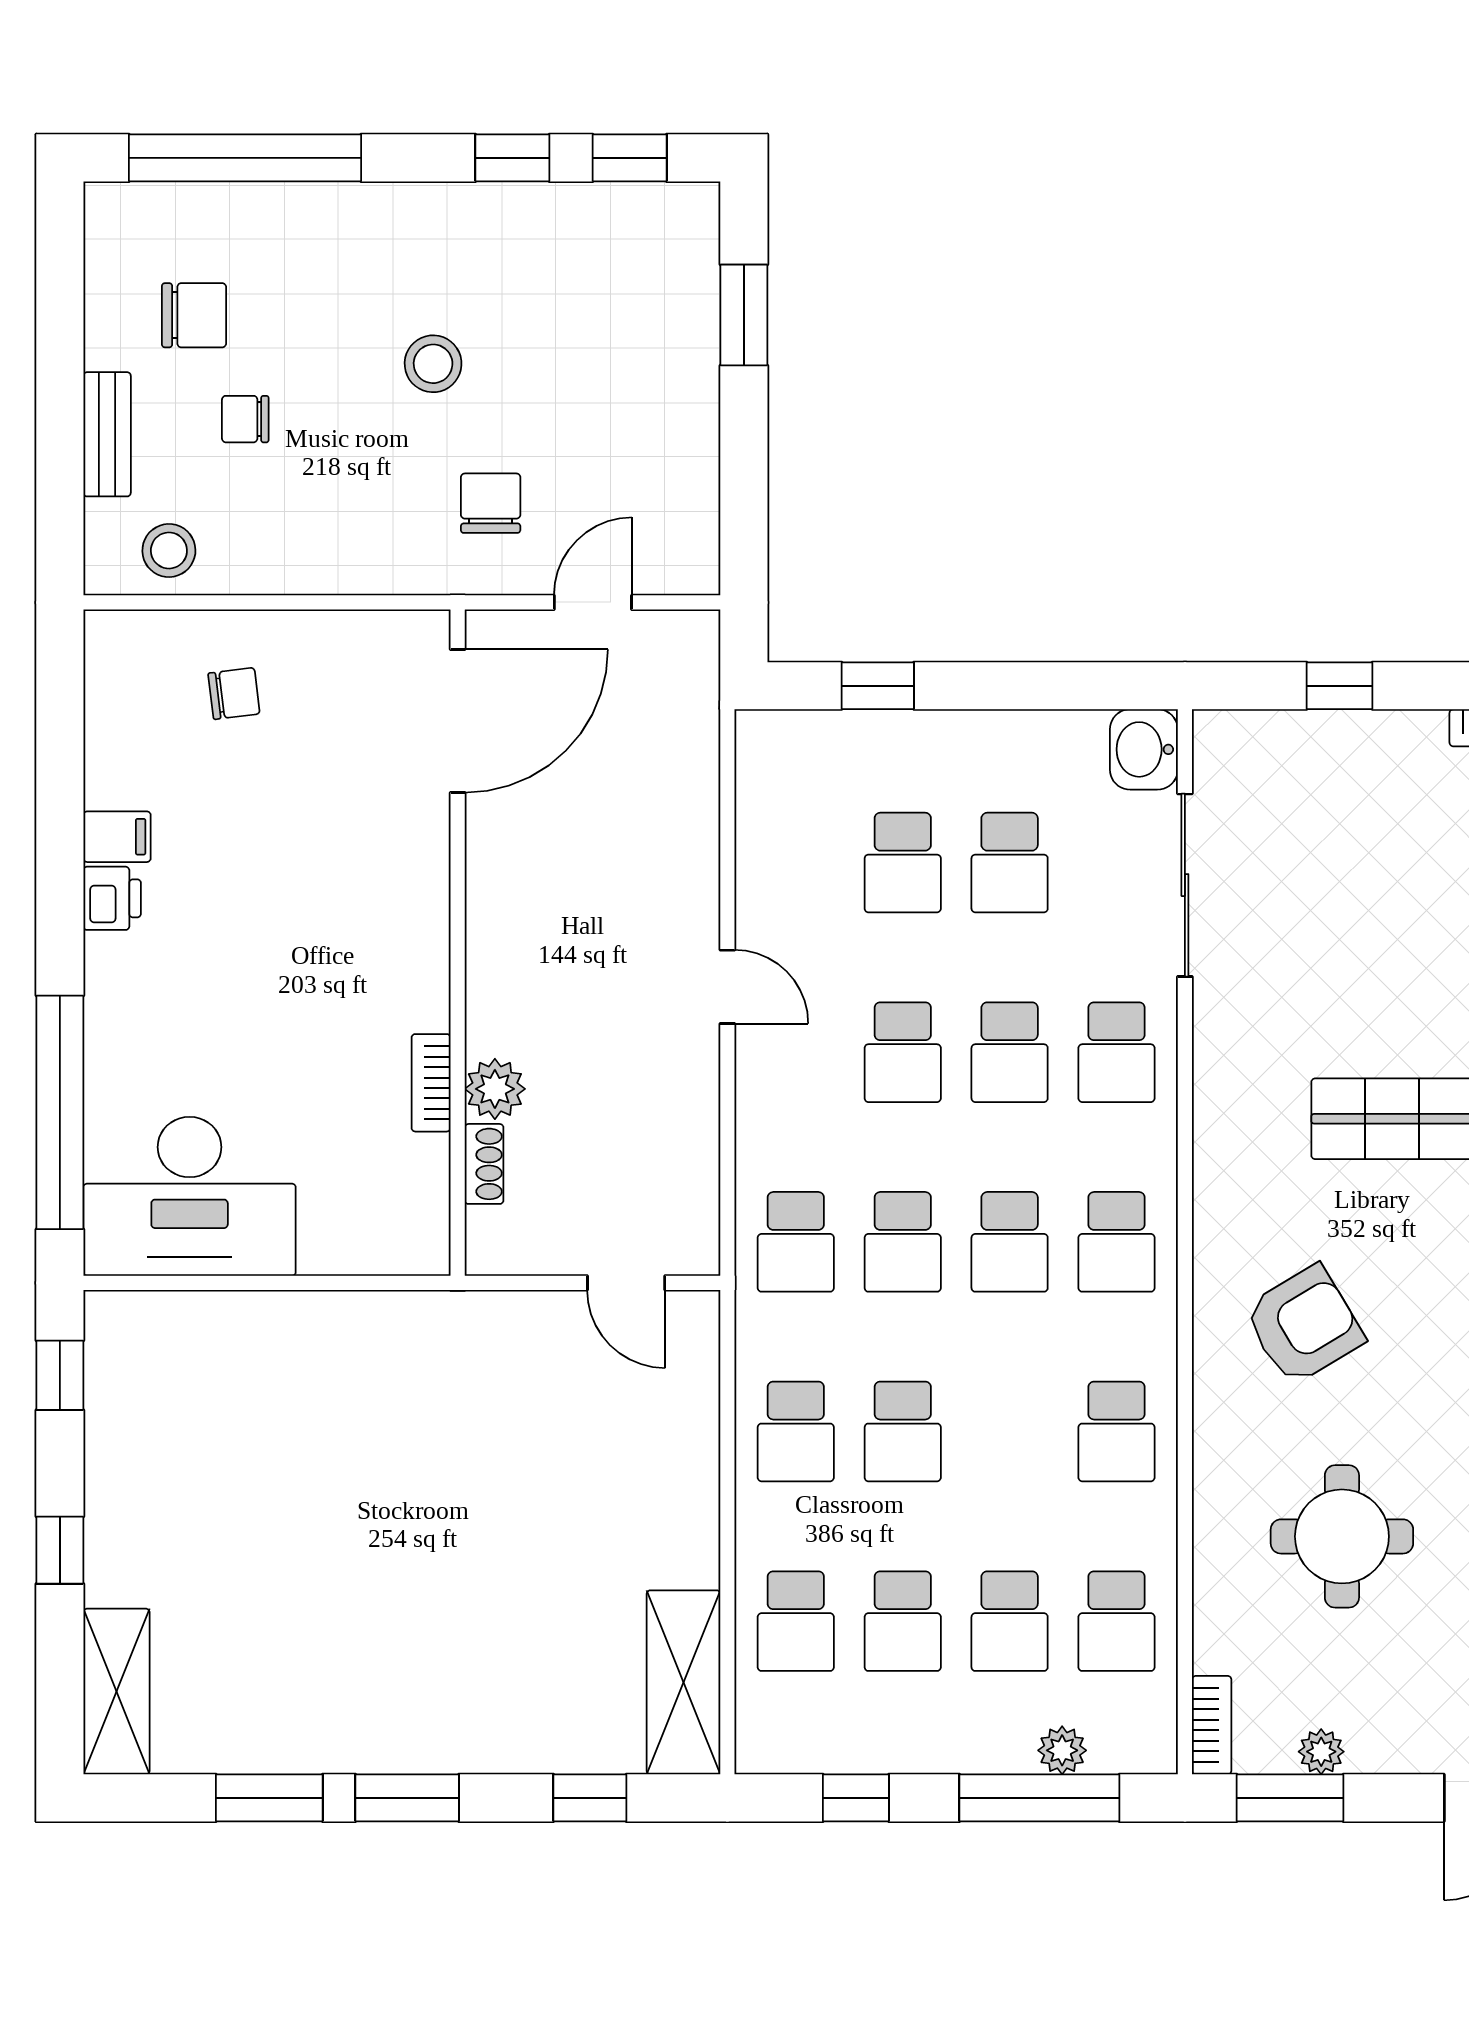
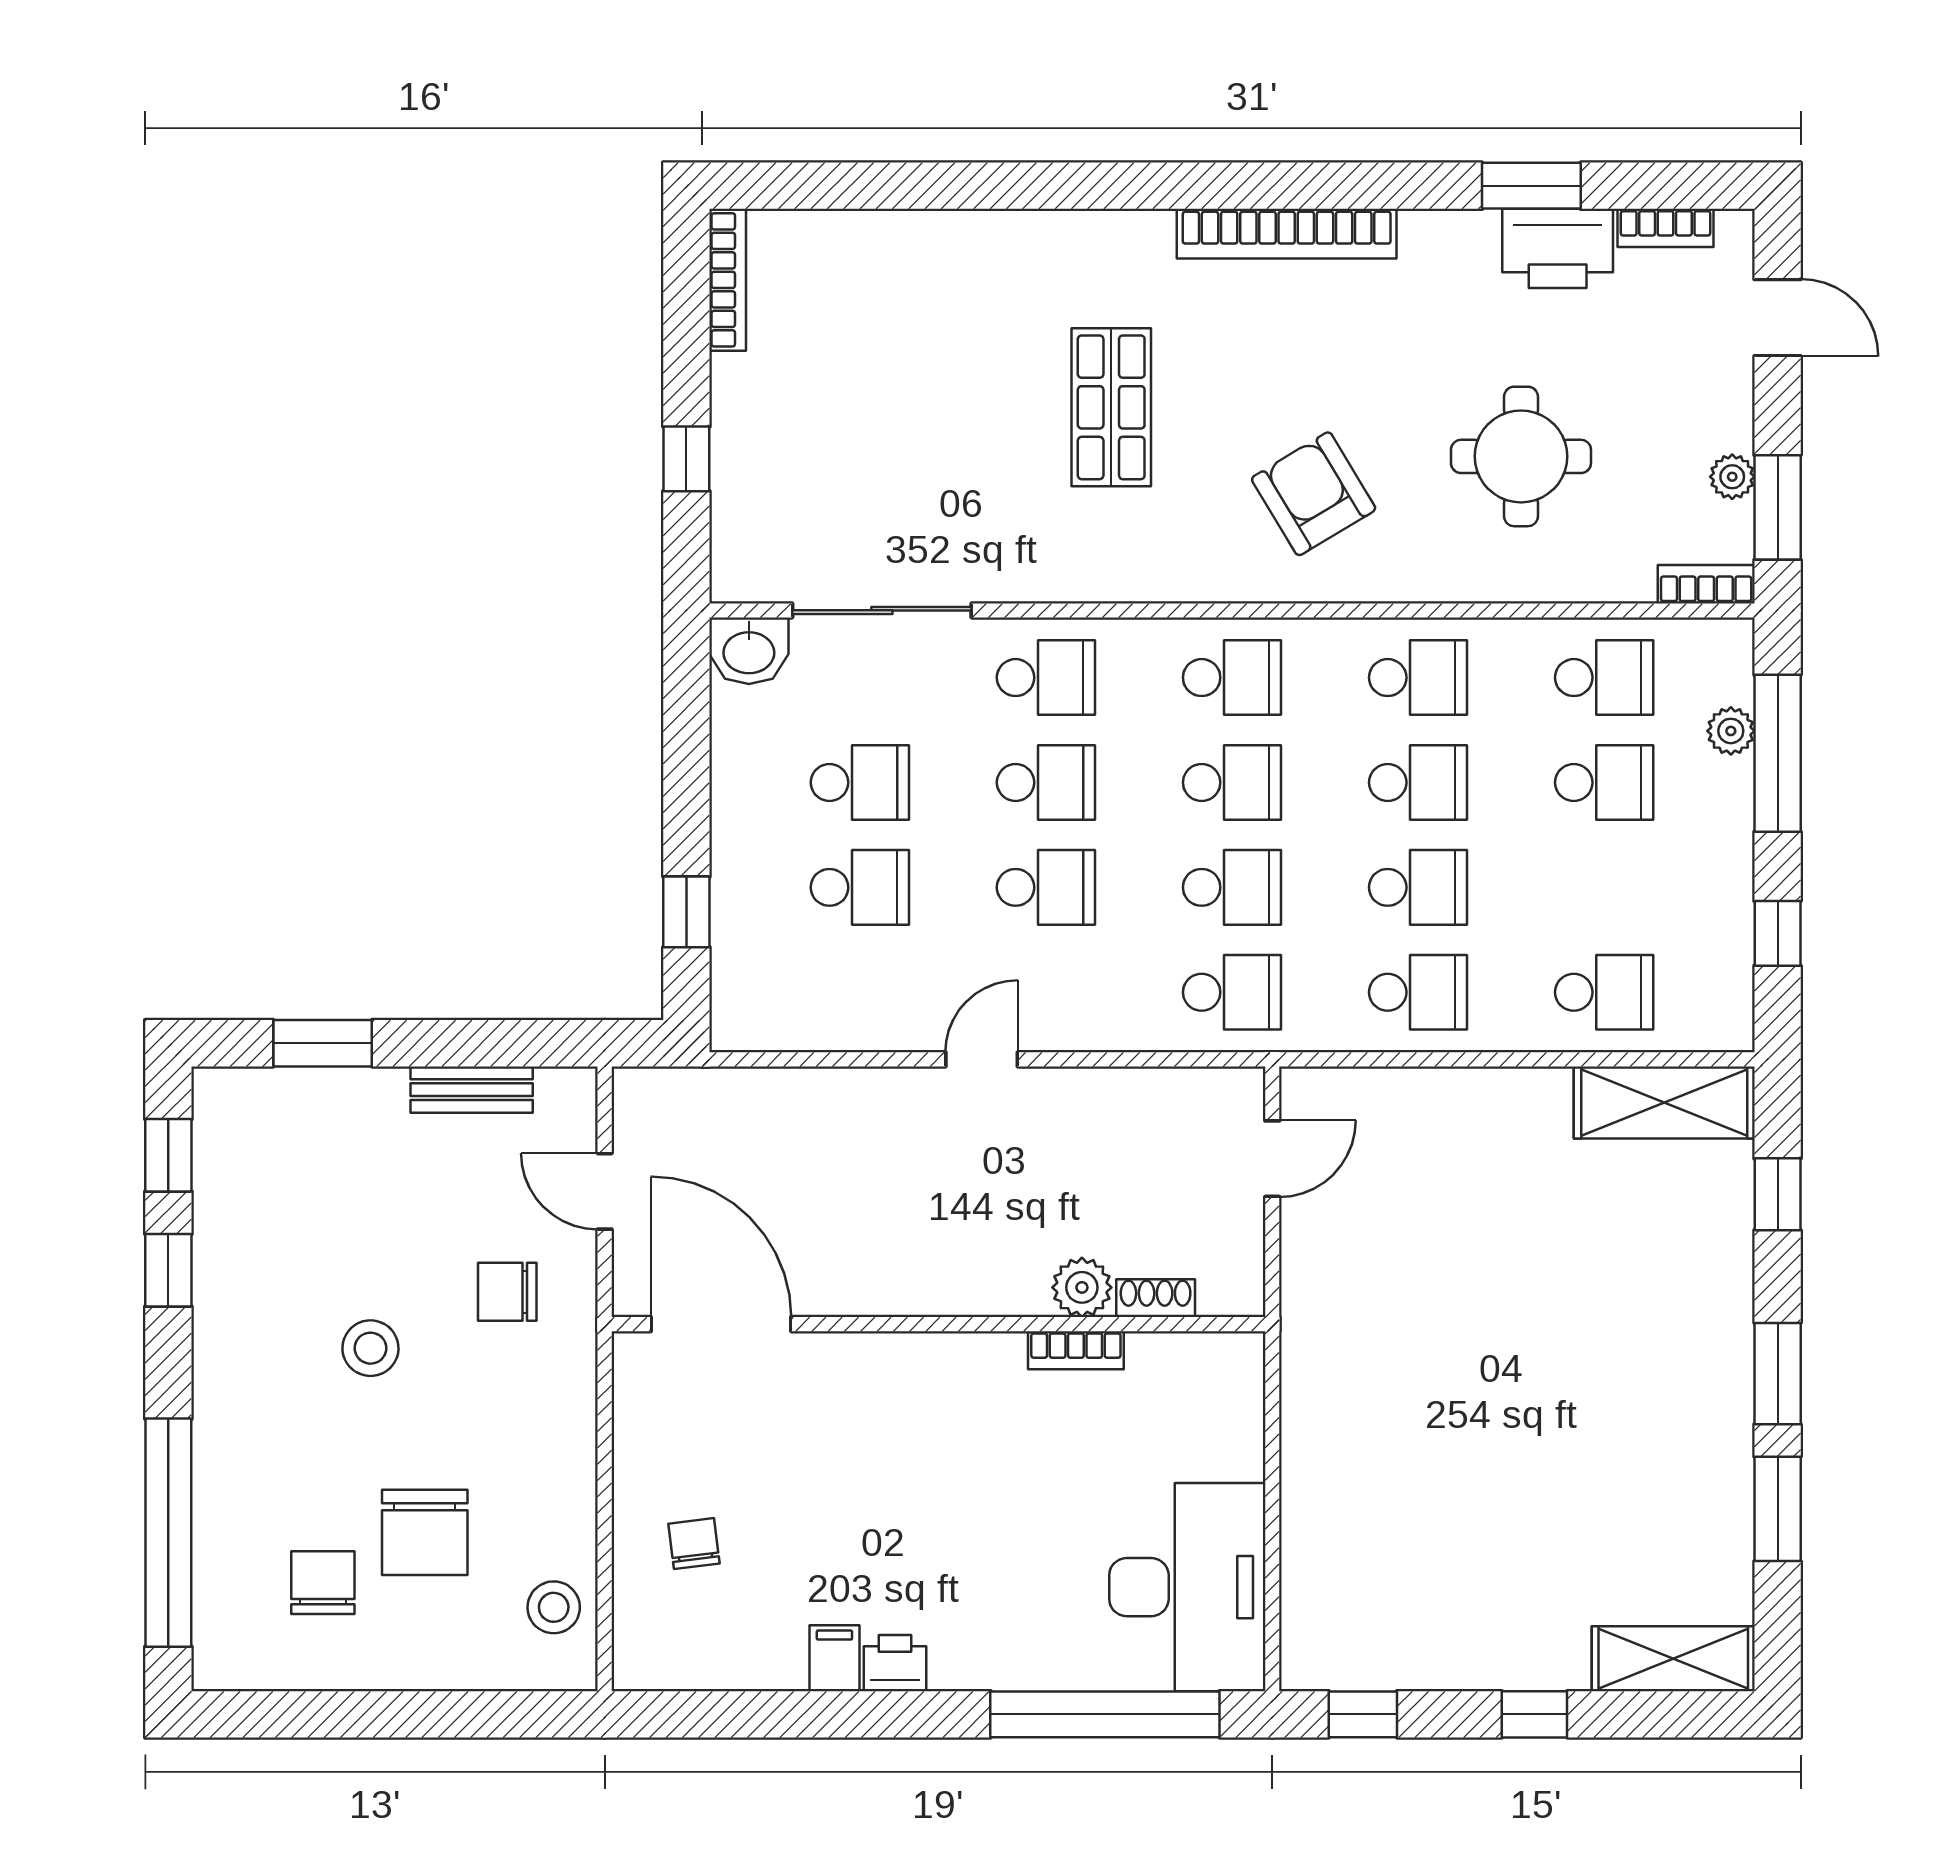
chair: (245, 419) -> (425, 1532), width x1.87, depth x1.87
bench: (107, 434) -> (472, 1090), moved
school desk: (903, 1621) -> (1418, 782), moved

